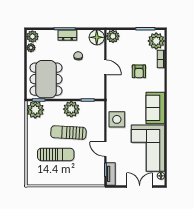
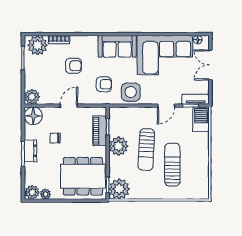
piano: (84, 93) -> (100, 131), added
armchair: (123, 97) -> (104, 84), added
barbecue: (94, 179) -> (201, 119), added

